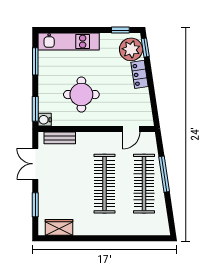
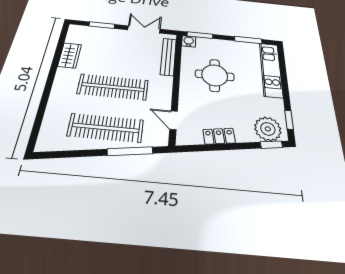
locker: (140, 74) -> (219, 136), moved
bench: (60, 138) -> (168, 57), width x1.36
window: (164, 174) -> (130, 151), moved
wardrobe: (59, 227) -> (70, 55), moved

